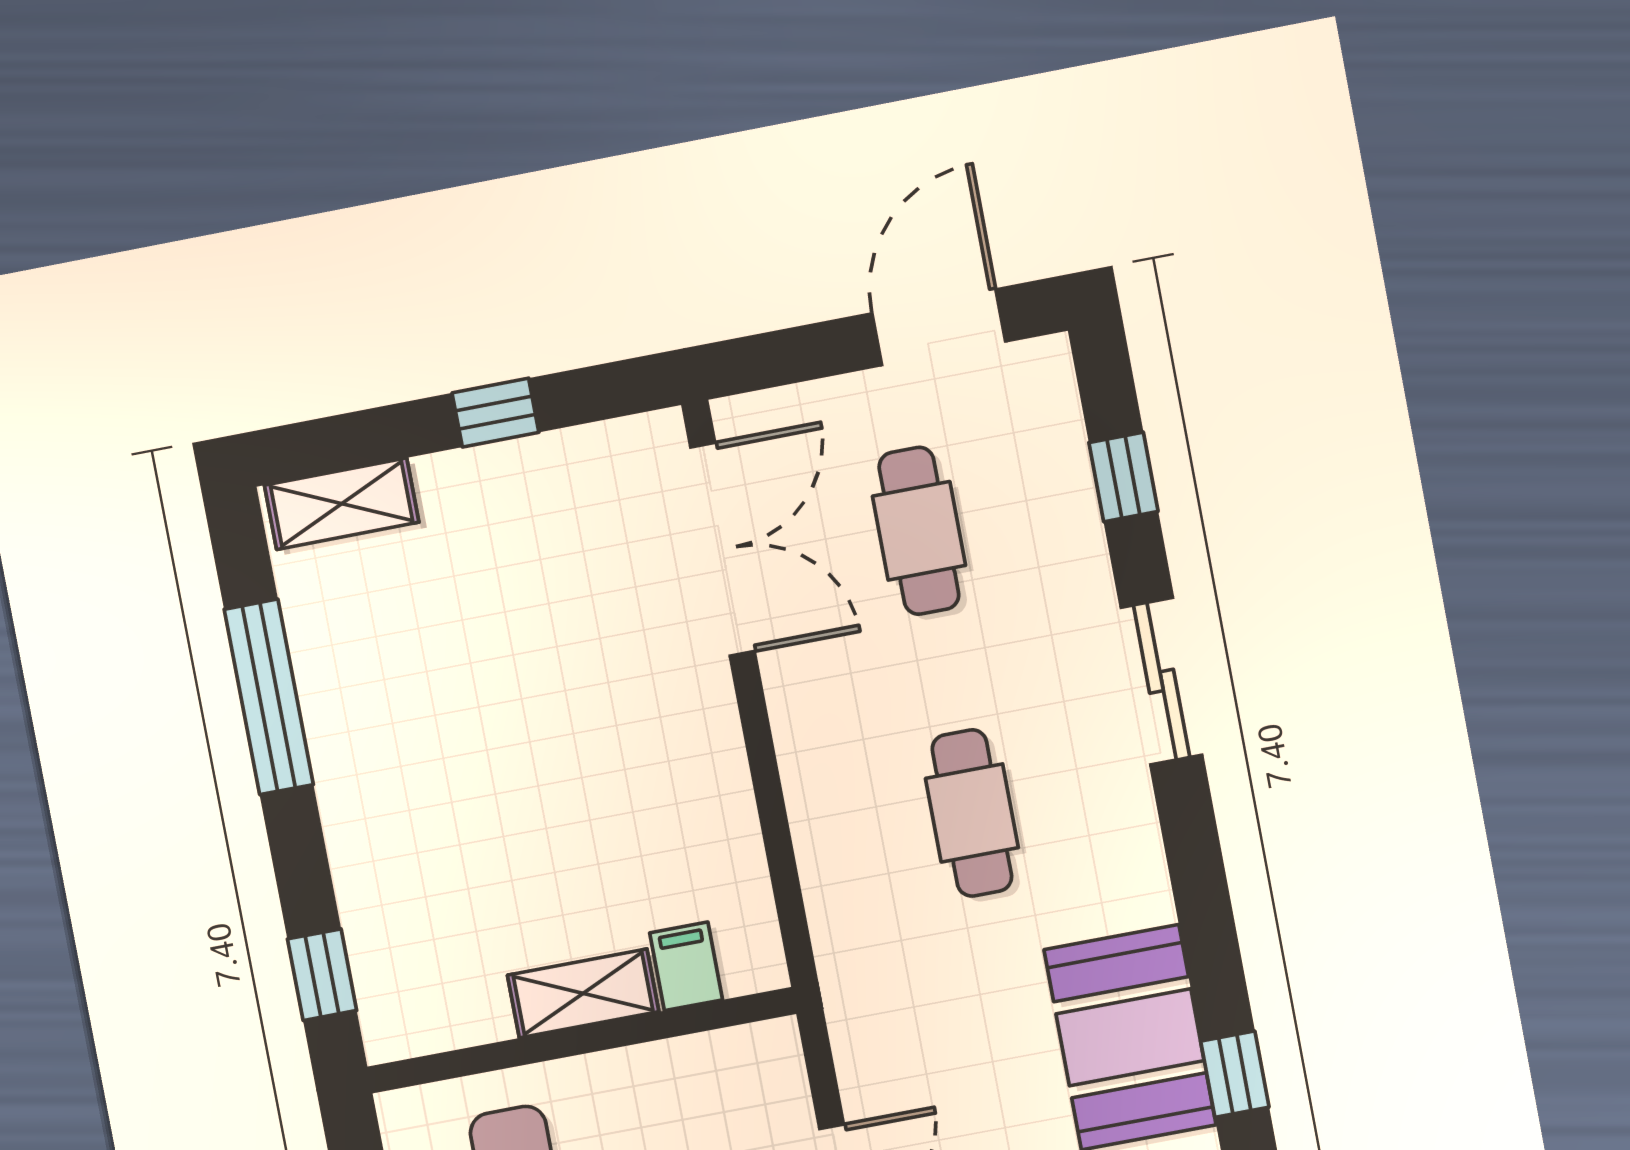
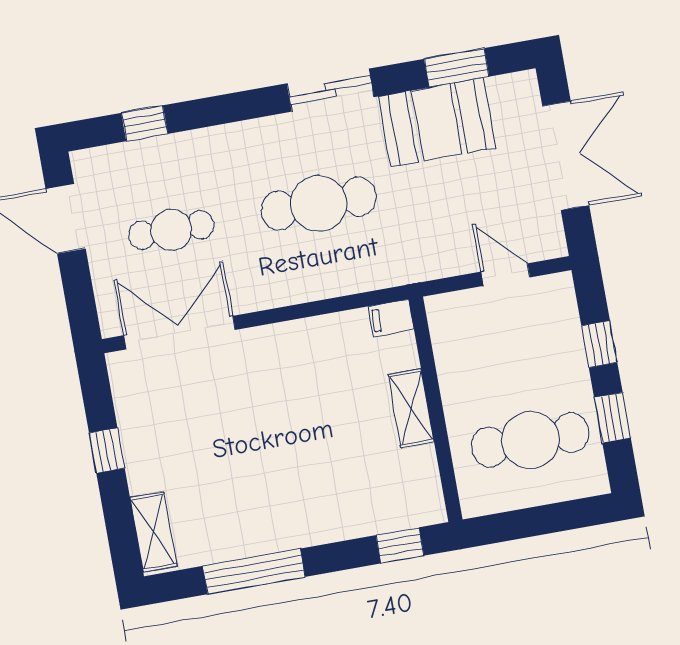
sliding door: (1162, 681) -> (330, 90), moved
cafe table: (972, 813) -> (319, 204), width x1.37, depth x1.35
filing cabinet: (686, 966) -> (391, 318), moved
window: (1235, 1074) -> (457, 68), width x1.50

